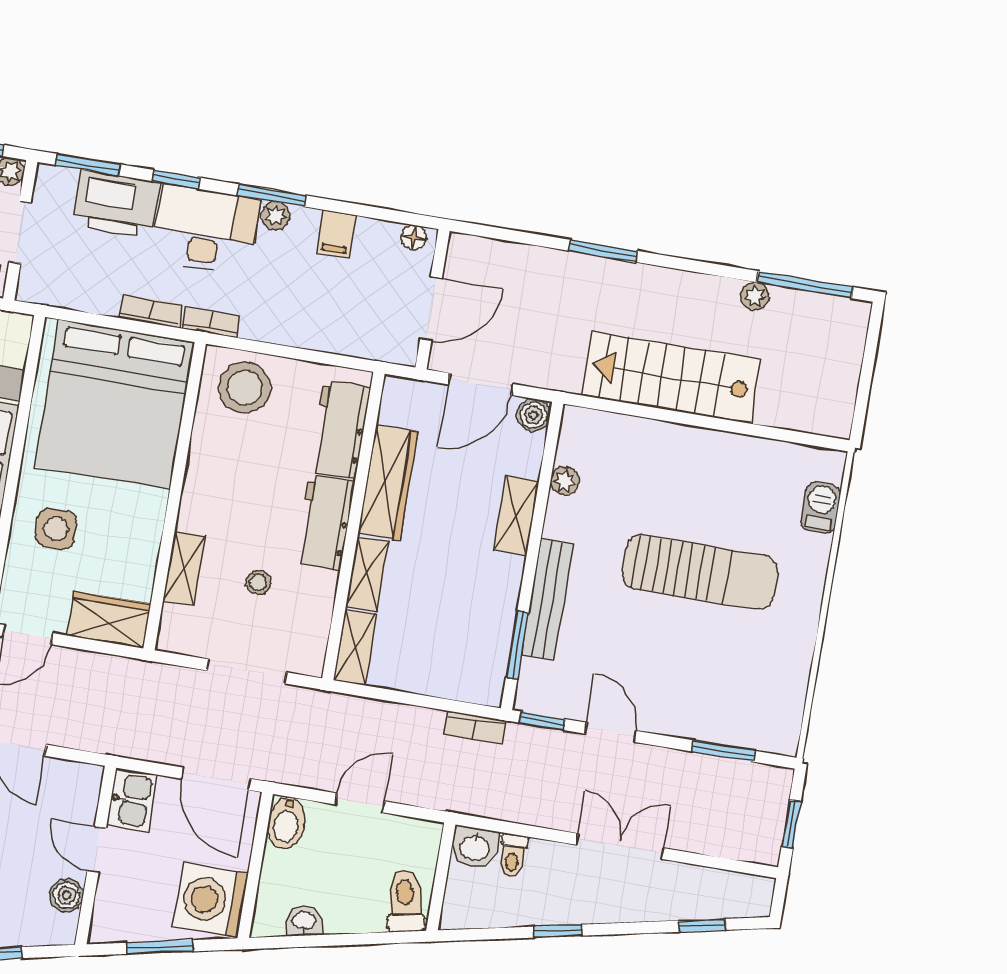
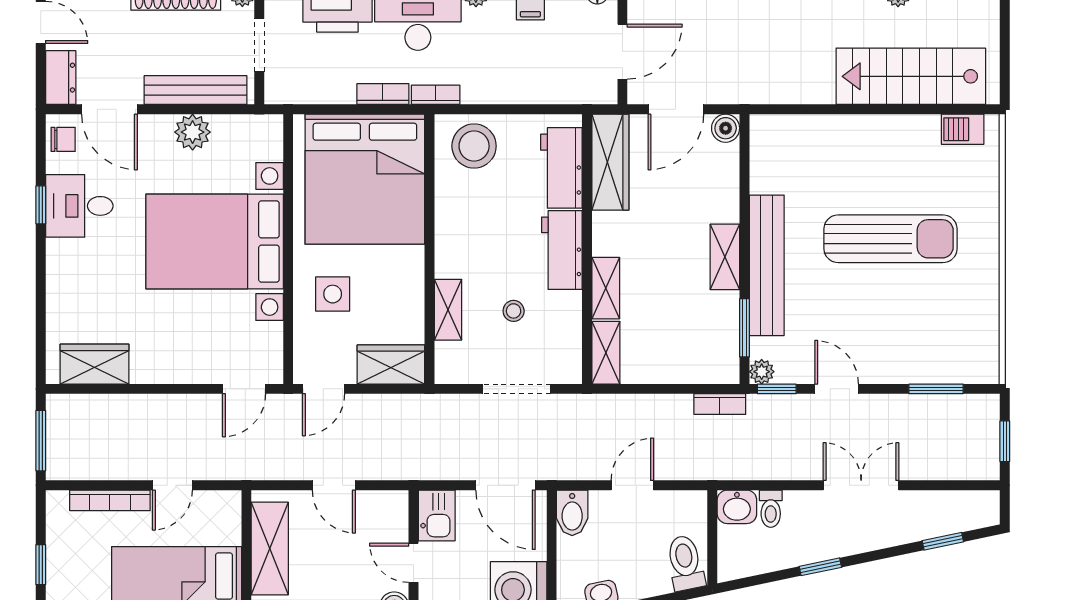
stairs: (671, 378) -> (911, 76), moved
plant: (565, 481) -> (762, 372), moved
wardrobe: (388, 482) -> (610, 162), moved
barbecue: (821, 507) -> (963, 129), moved, turned -90
shelving: (516, 515) -> (725, 257), moved
bench: (547, 599) -> (767, 265), width x1.37, depth x1.21

